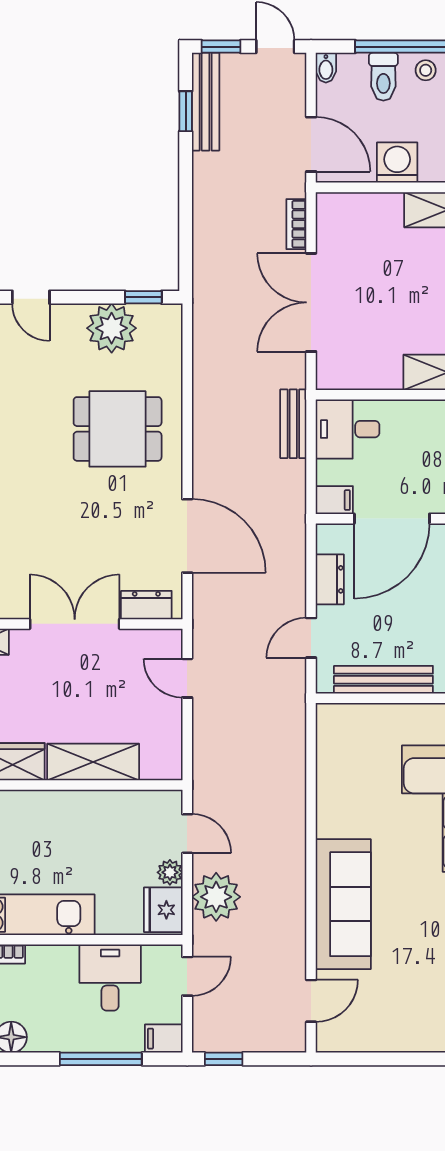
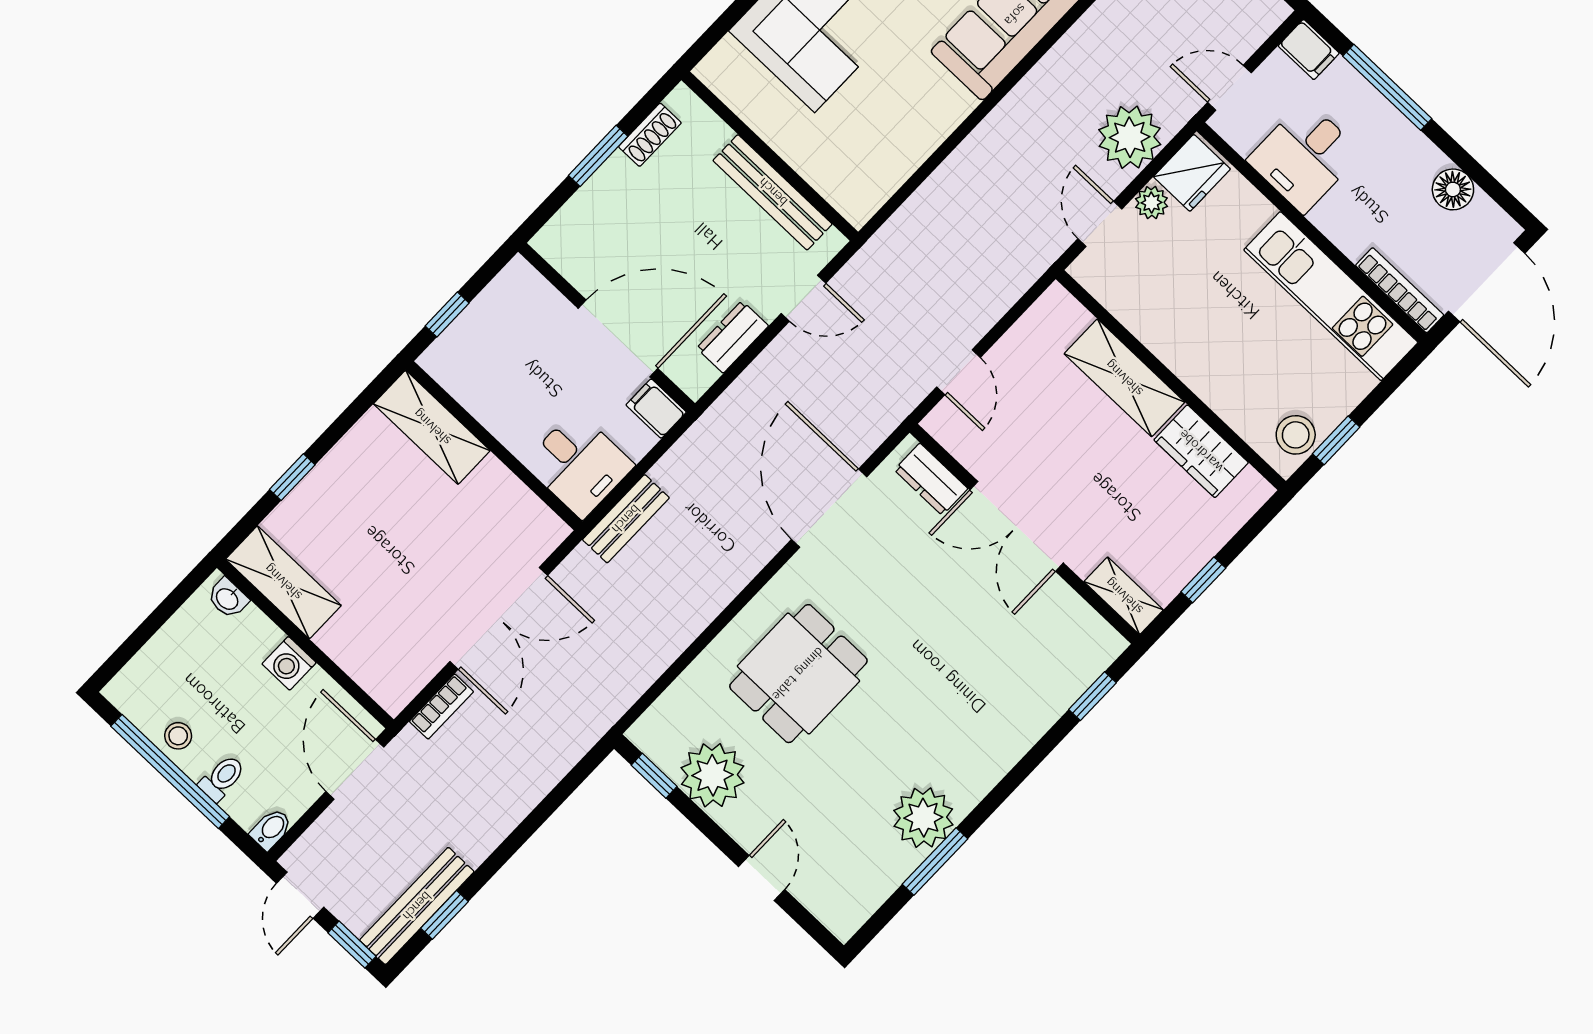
toilet: (383, 77) -> (222, 778), width x0.73, depth x0.72
washing machine: (397, 163) -> (289, 663), width x0.73, depth x0.73
dining table: (118, 429) -> (798, 674), turned 90

